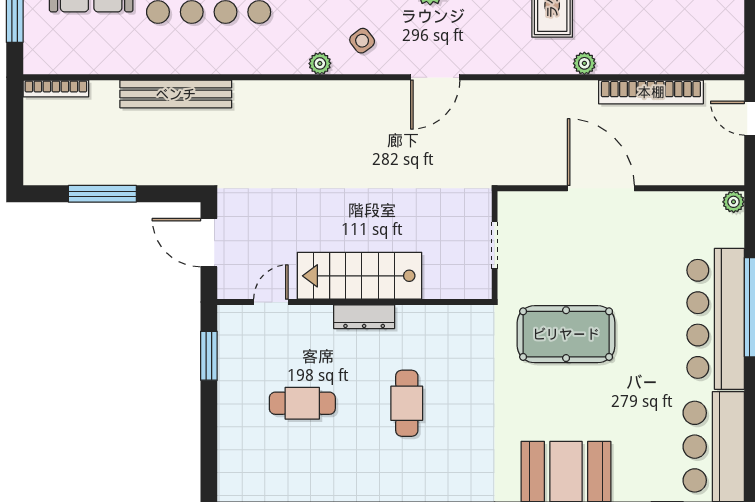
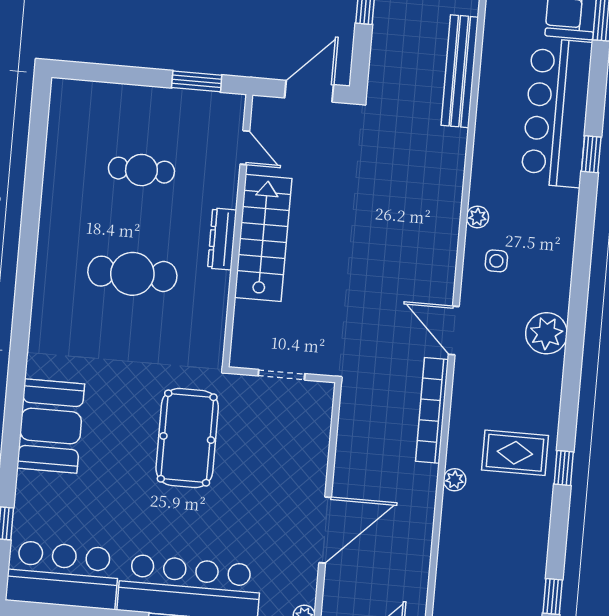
side table: (362, 41) -> (496, 261), turned 37
bookcase: (651, 92) -> (432, 410), moved
door: (601, 188) -> (325, 530), moved
cafe table: (302, 403) -> (141, 170), turned 90
cafe table: (407, 403) -> (132, 274), width x1.37, depth x1.35

